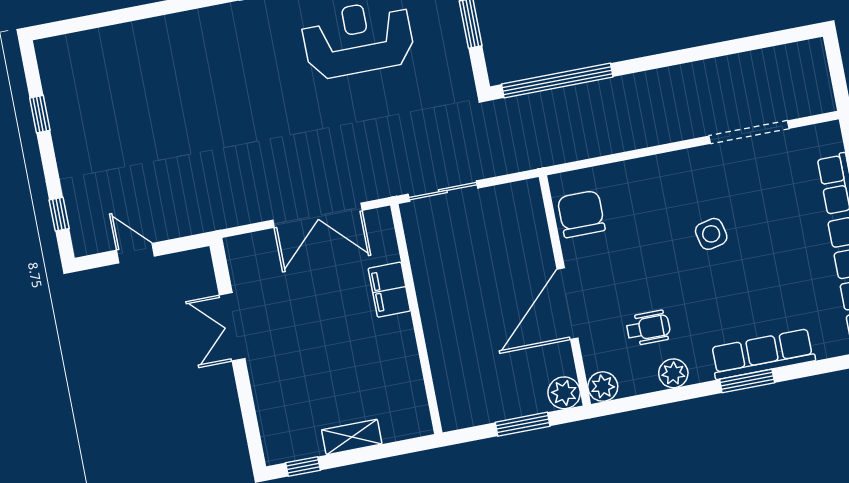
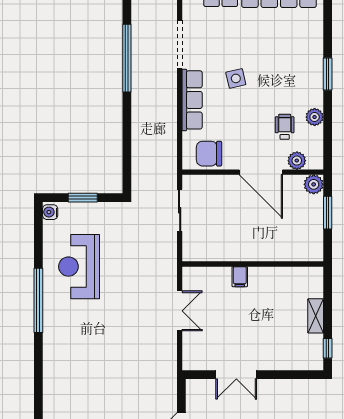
window: (557, 81) -> (127, 58), moved
sliding door: (443, 191) -> (180, 210), moved
double door: (317, 215) -> (180, 311), width x0.73
filing cabinet: (389, 290) -> (240, 277), width x0.50
row of seats: (763, 354) -> (192, 100), moved, turned 180
plant: (603, 387) -> (297, 161), moved

